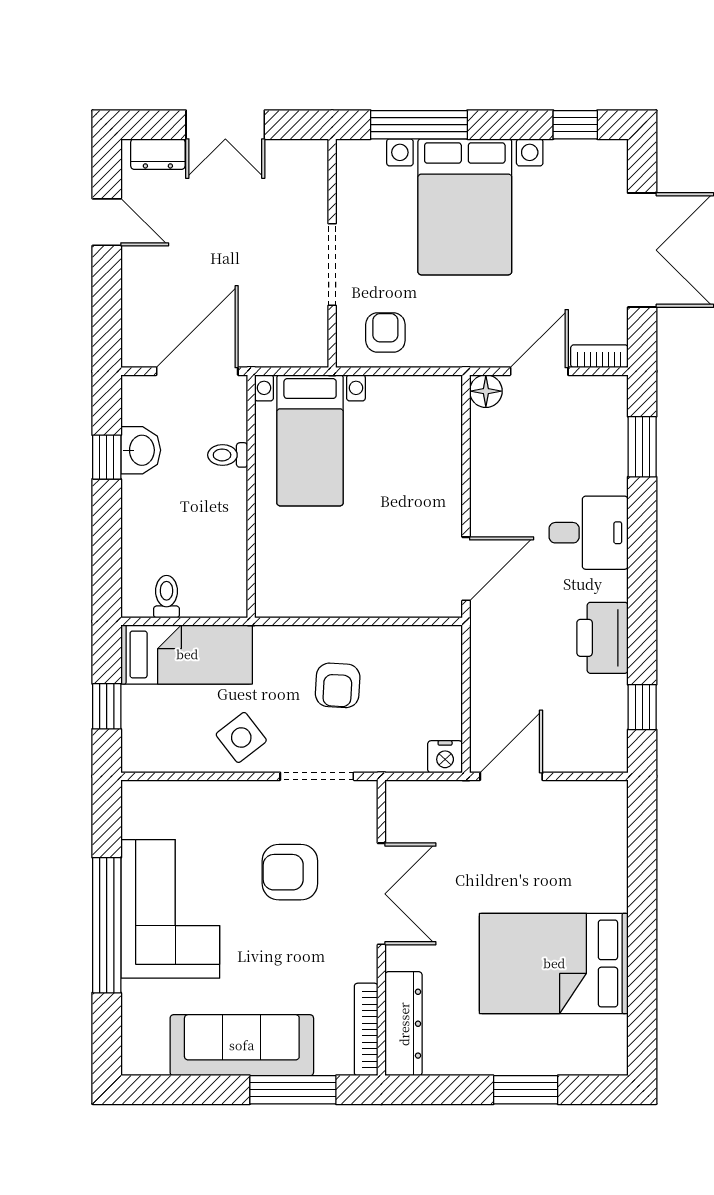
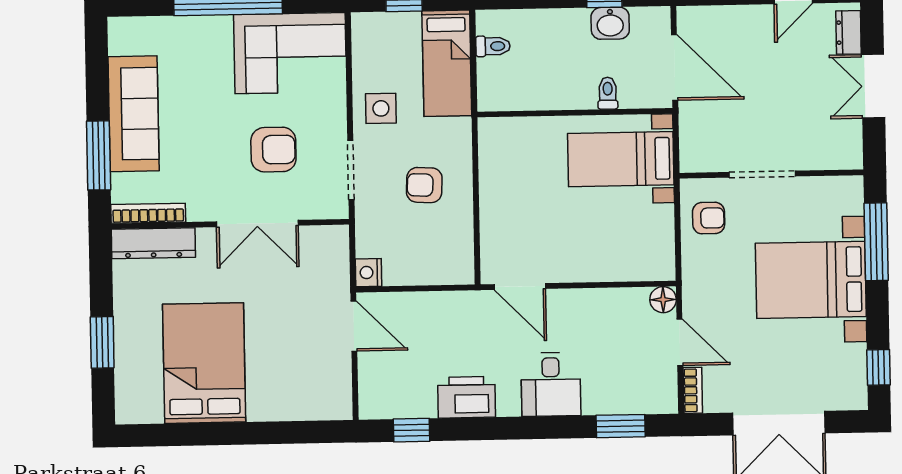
side table: (241, 737) -> (381, 108), turned 38
armchair: (290, 872) -> (273, 150), turned 90
corner sofa: (170, 909) -> (290, 53), moved

